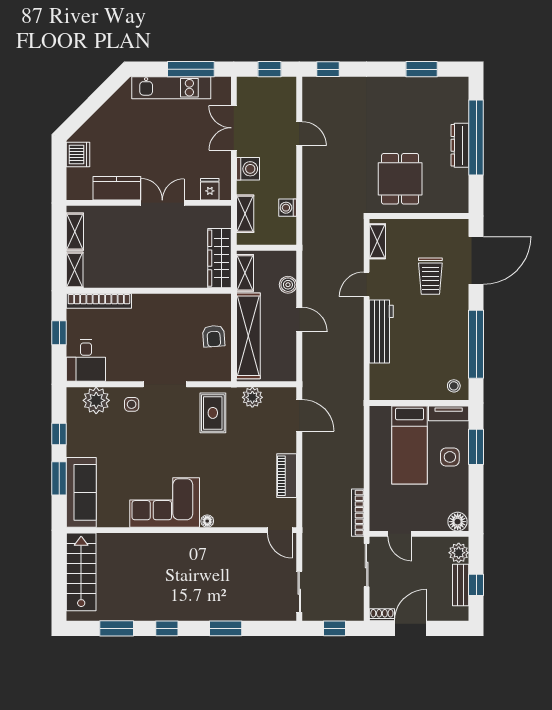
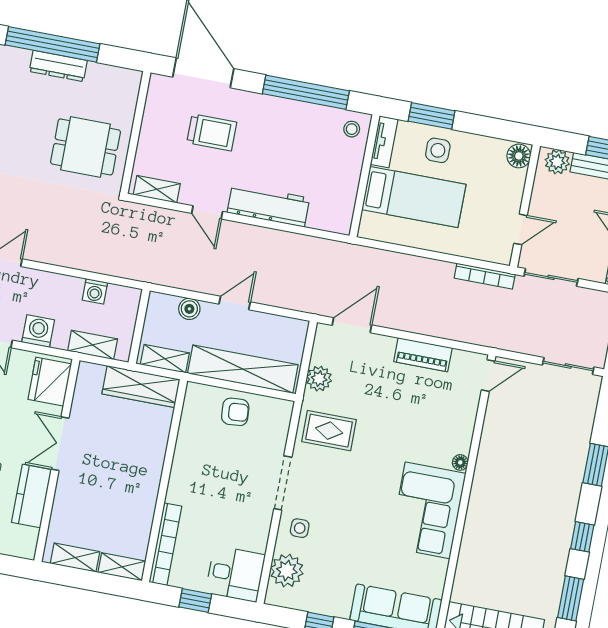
fridge: (210, 189) -> (50, 382), width x1.88, depth x1.34

